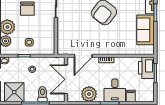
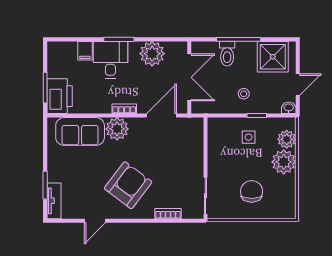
sofa: (145, 30) -> (80, 131), moved, turned 90
plant: (111, 47) -> (117, 129), added

